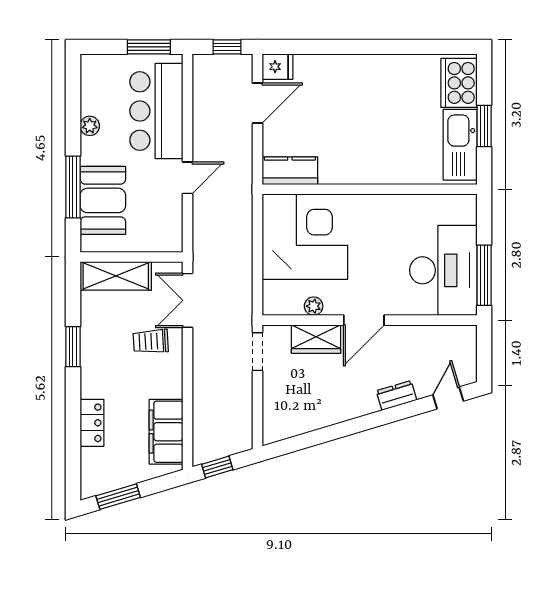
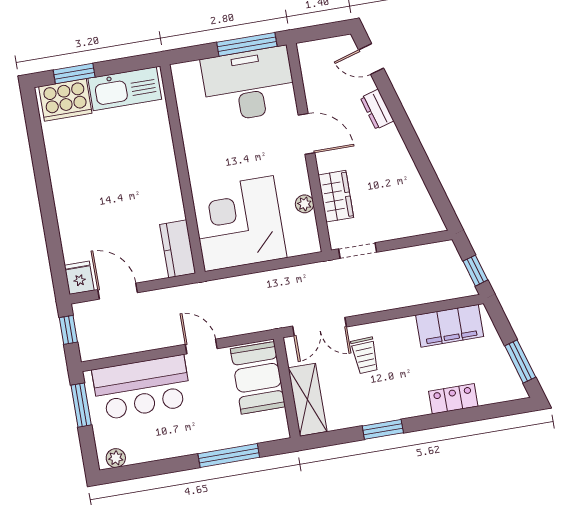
plant: (90, 126) -> (116, 458), moved
window: (484, 126) -> (74, 74), moved
booth: (103, 200) -> (258, 378), moved, turned 90
door: (364, 320) -> (306, 134), moved

